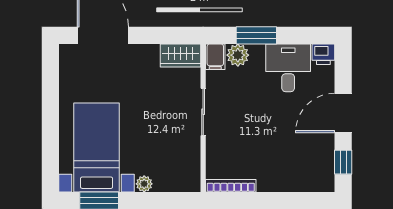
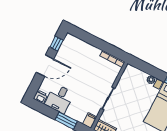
plant: (238, 55) -> (79, 116), removed

